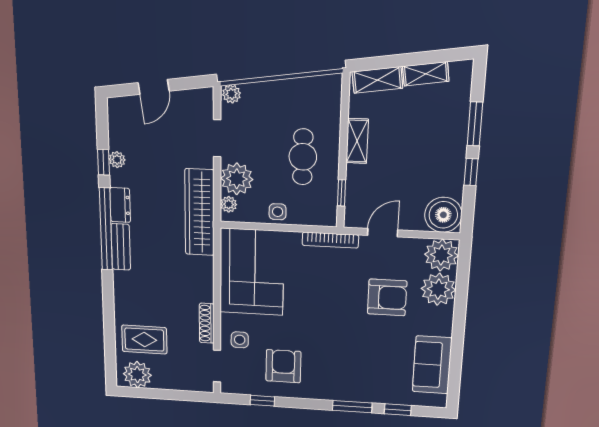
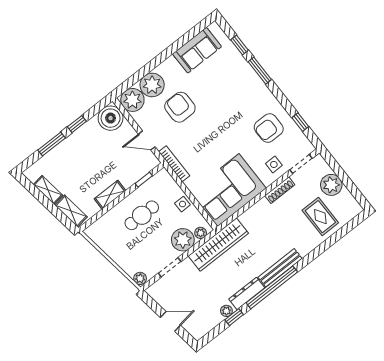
dresser: (120, 205) -> (247, 293), width x1.44
bench: (121, 247) -> (280, 268), width x1.36
plant: (137, 375) -> (331, 185), moved

